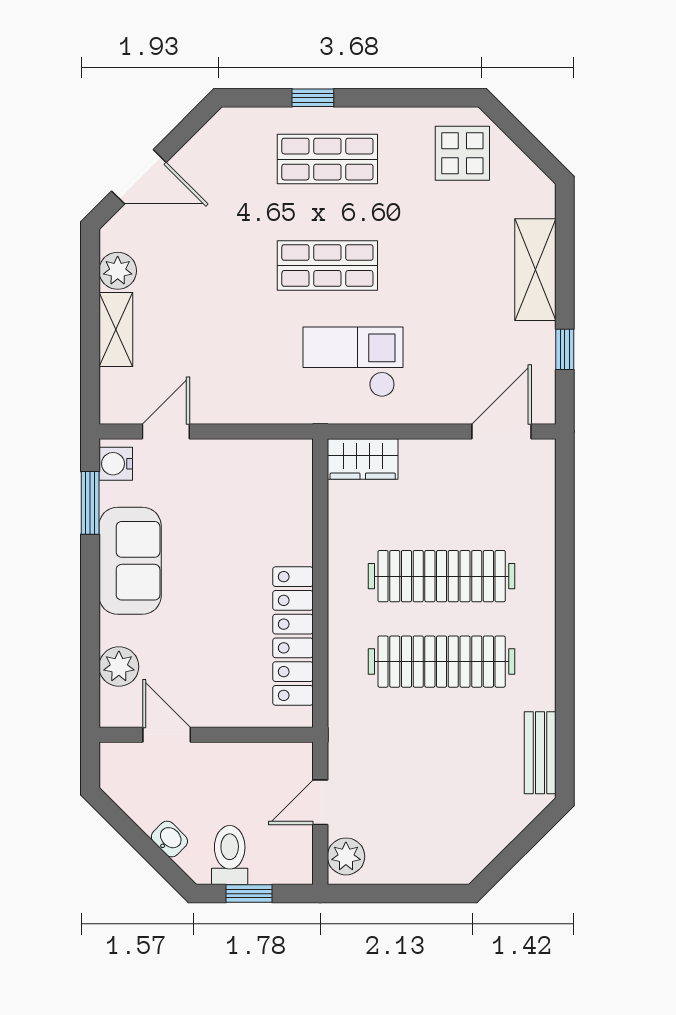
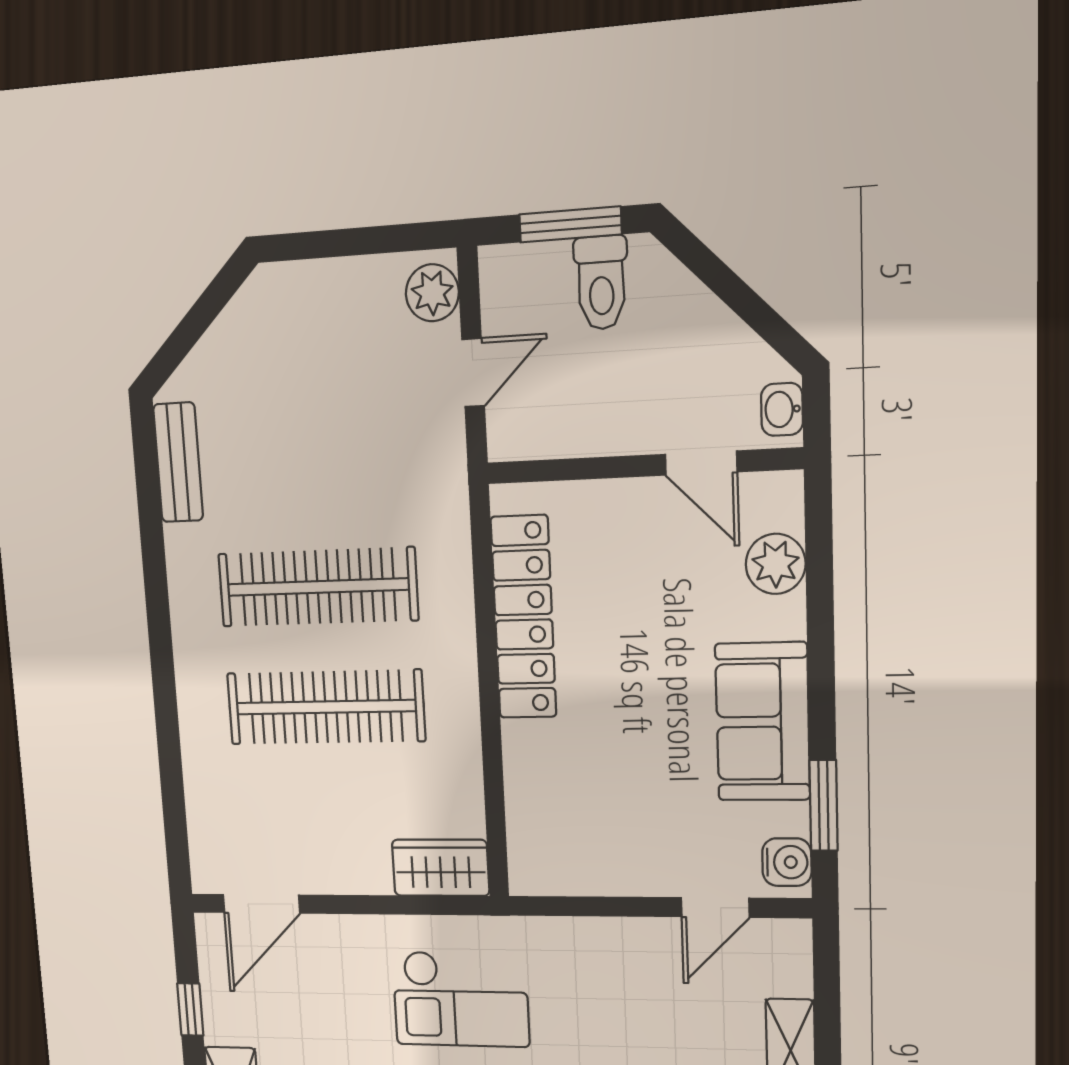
washbasin: (169, 839) -> (782, 409), moved, turned 45
window: (249, 894) -> (570, 224), width x1.50

